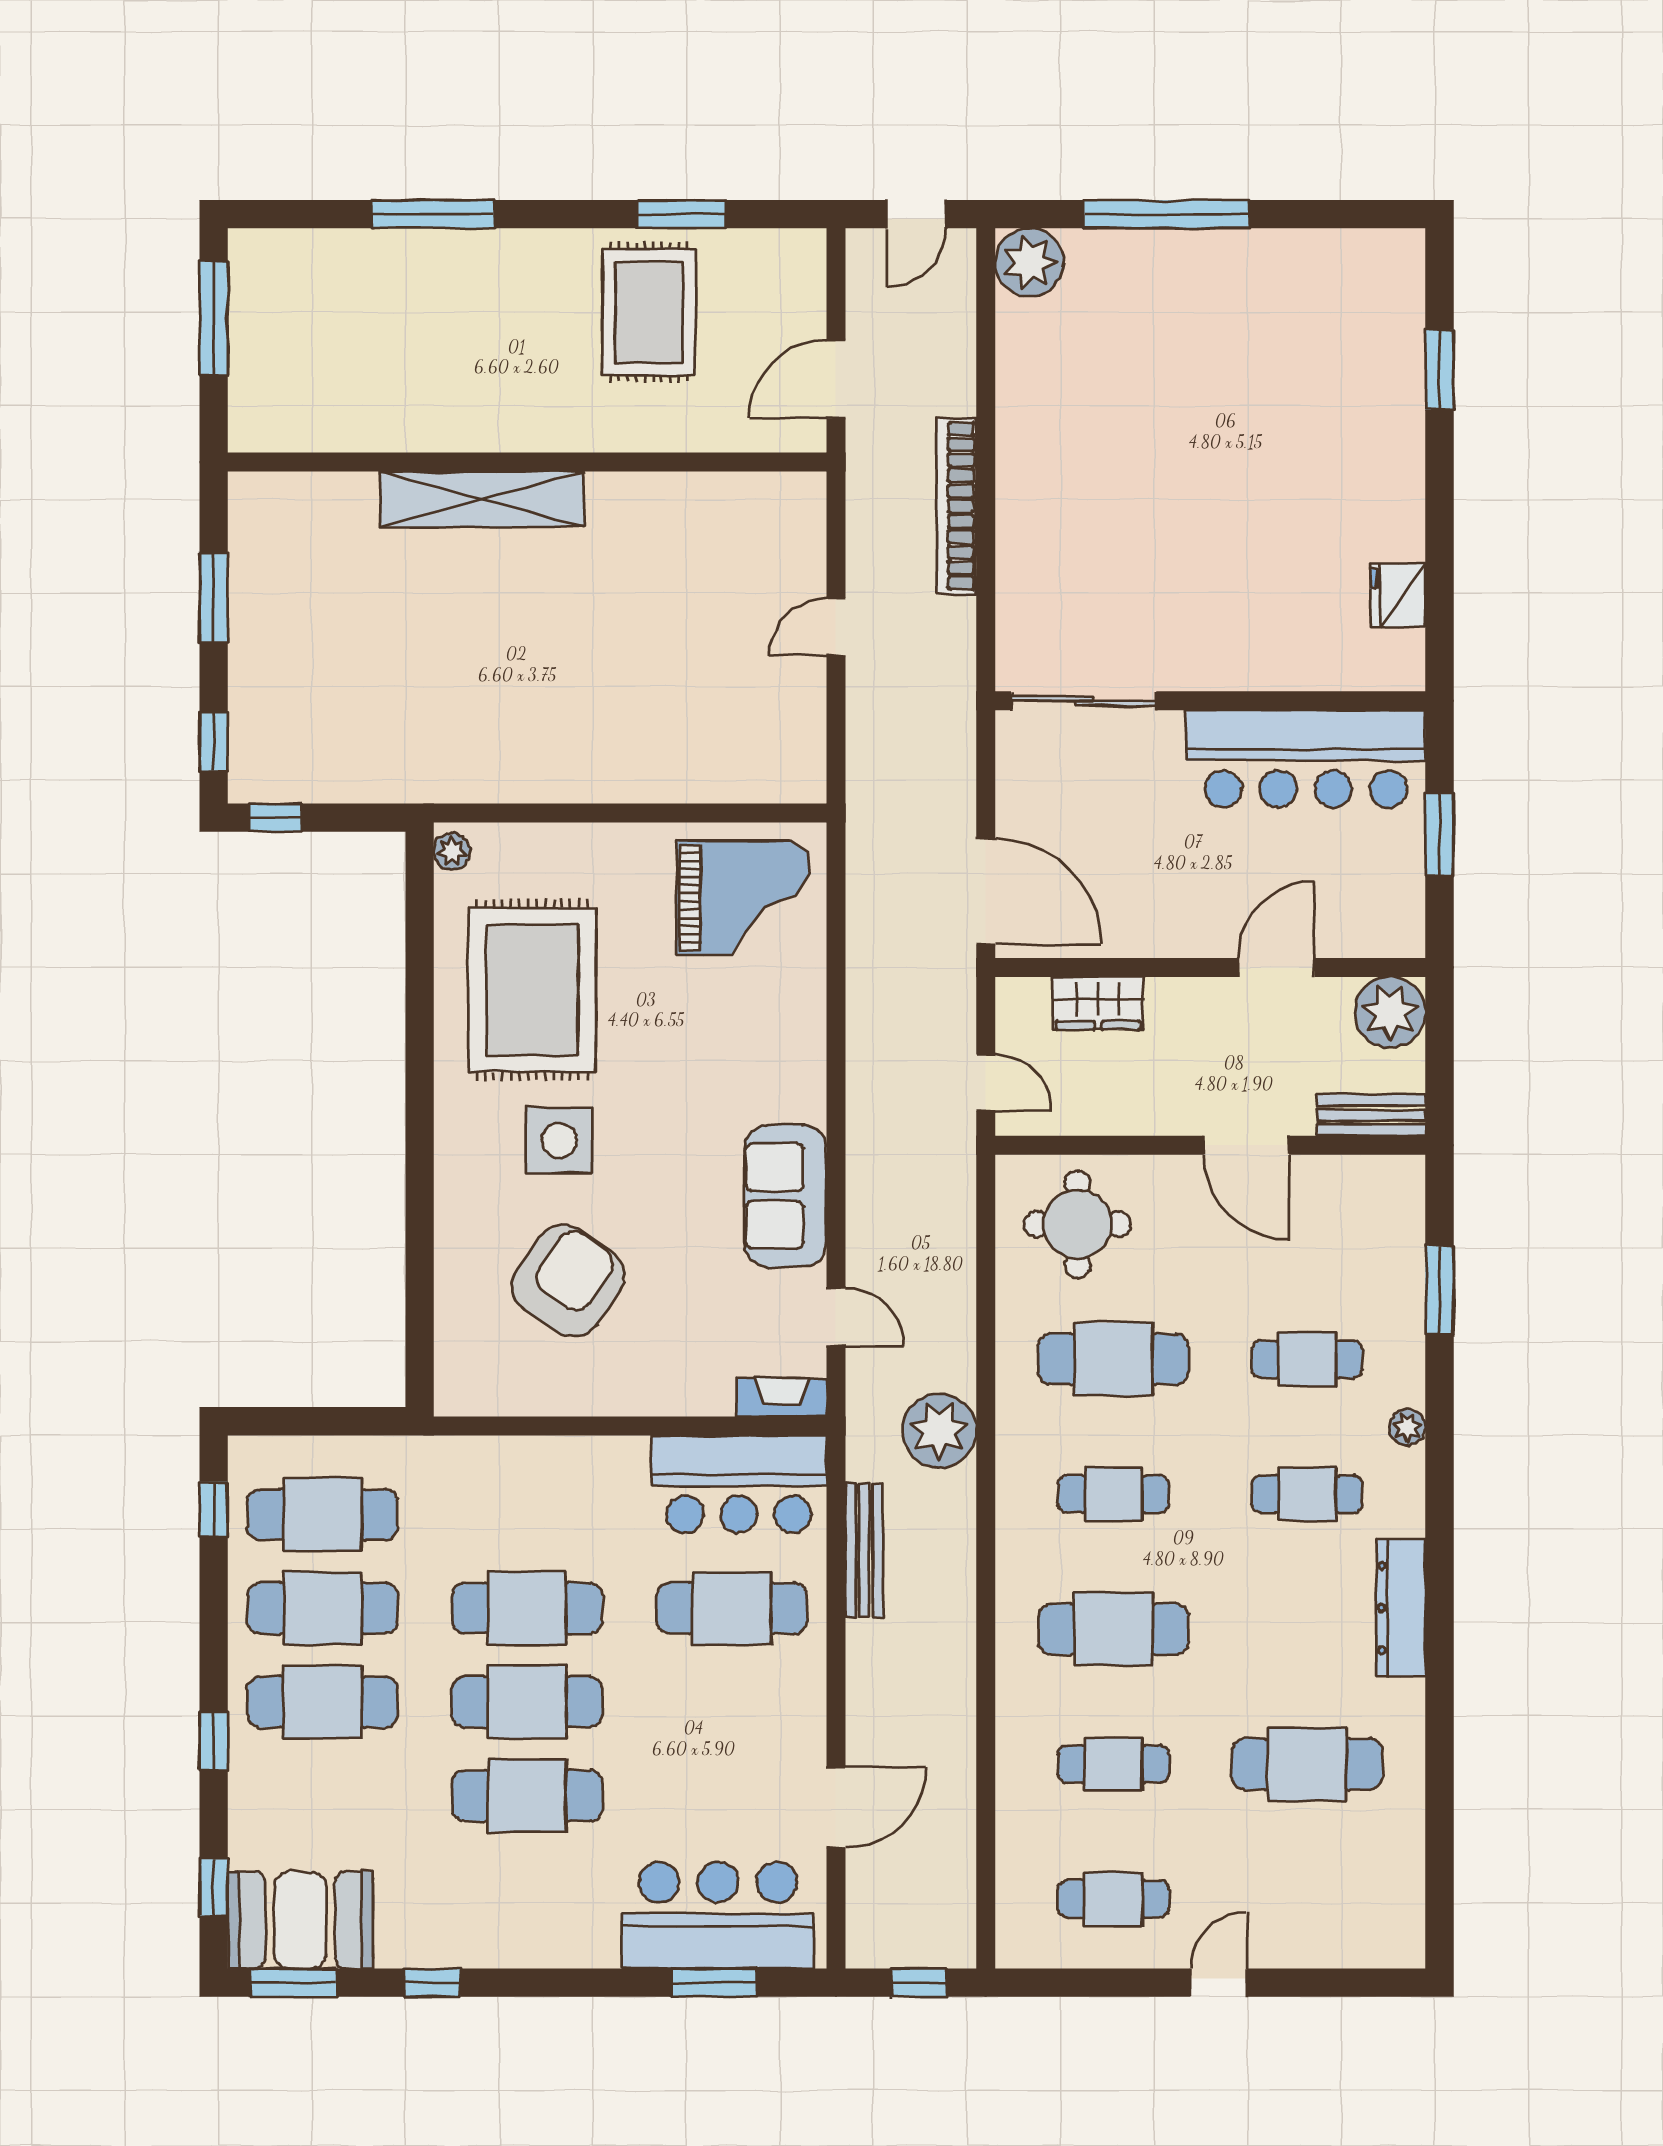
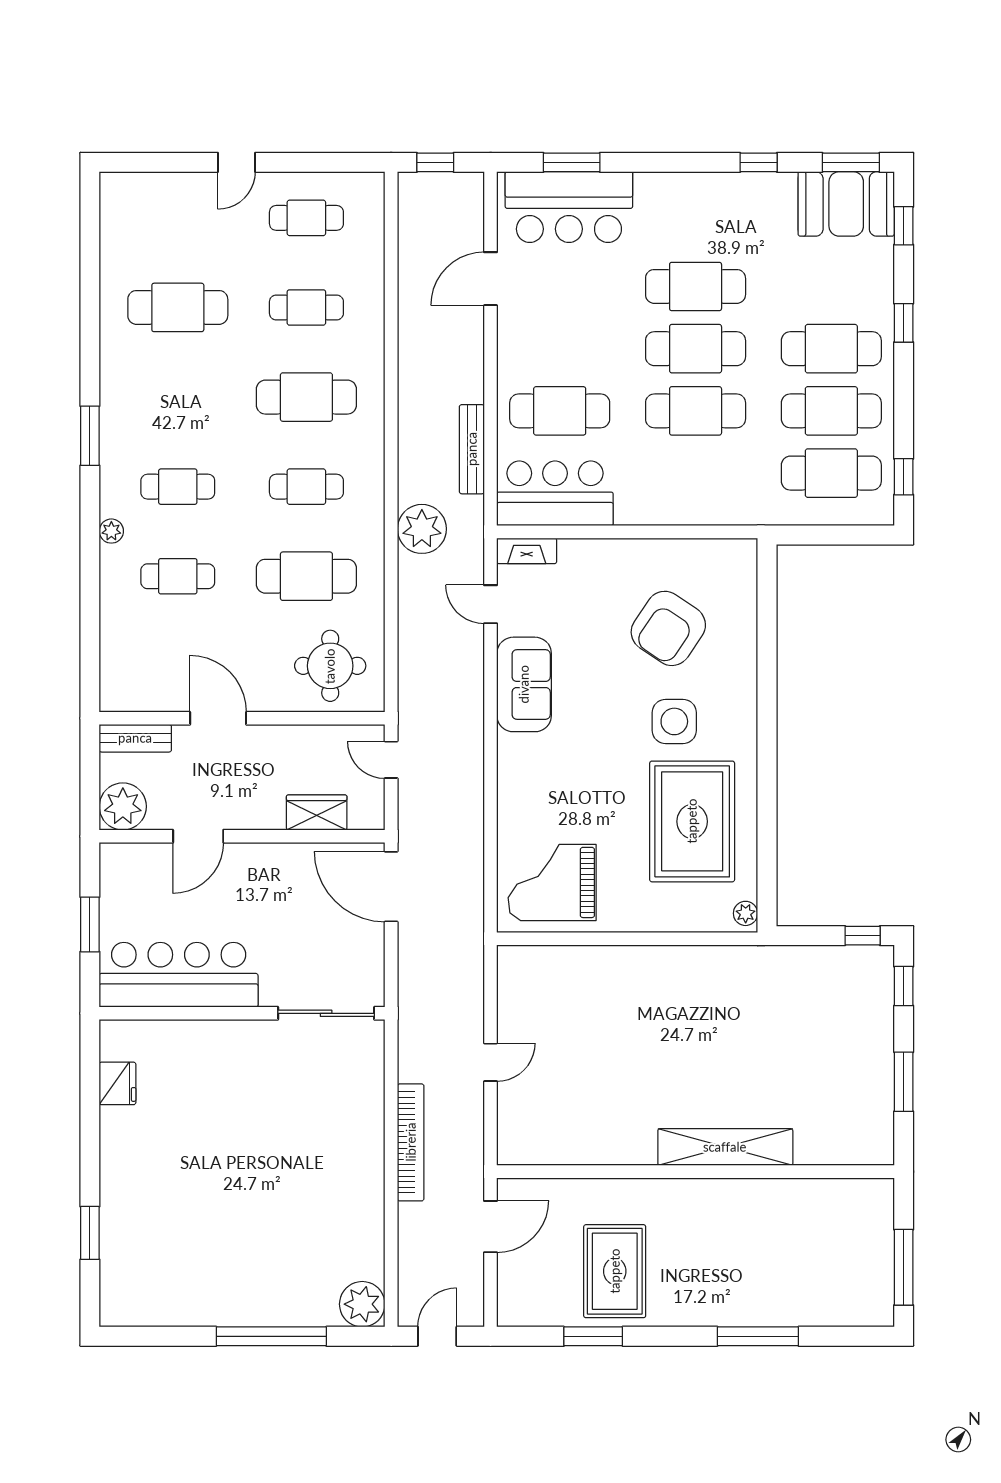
window: (1440, 1290) -> (90, 436), moved
dresser: (1401, 1608) -> (116, 411), removed

